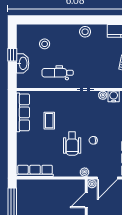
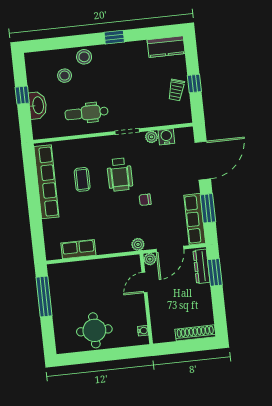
window: (84, 20) -> (114, 37), added
stool: (85, 32) -> (84, 57), moved
row of seats: (23, 112) -> (46, 182), width x1.36
wheelchair: (72, 144) -> (120, 175), moved
row of seats: (35, 171) -> (78, 249), width x0.68

